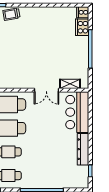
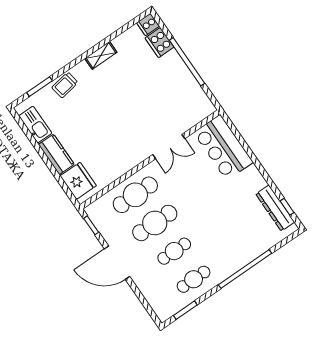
shelving: (70, 84) -> (101, 55), moved
dresser: (83, 149) -> (275, 208), moved

